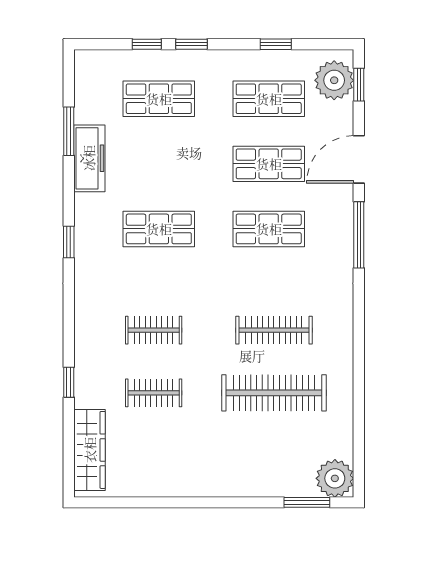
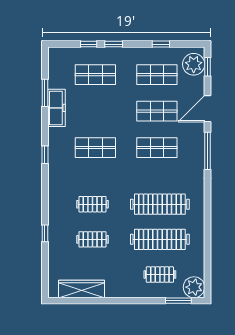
clothes rail: (274, 330) -> (160, 204), width x1.37, depth x1.31
wardrobe: (90, 450) -> (82, 289), moved, turned -90
clothes rail: (274, 456) -> (160, 275), added

